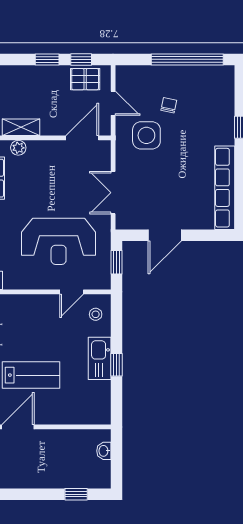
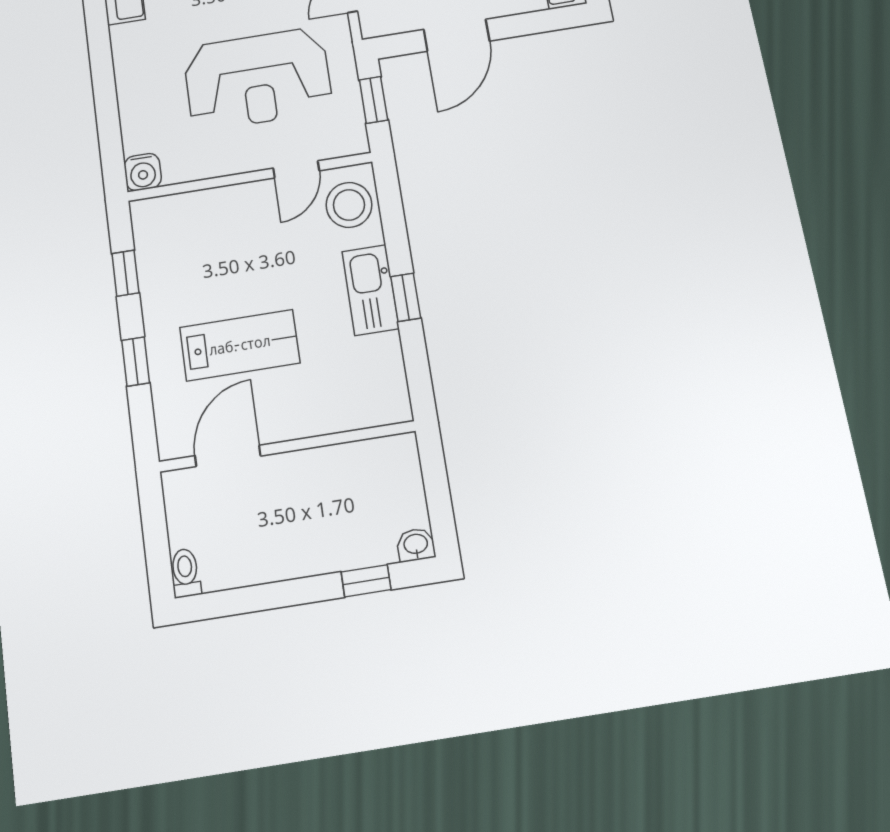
stool: (96, 314) -> (349, 205), width x1.89, depth x1.89
washbasin: (104, 451) -> (416, 545), moved, turned 90

